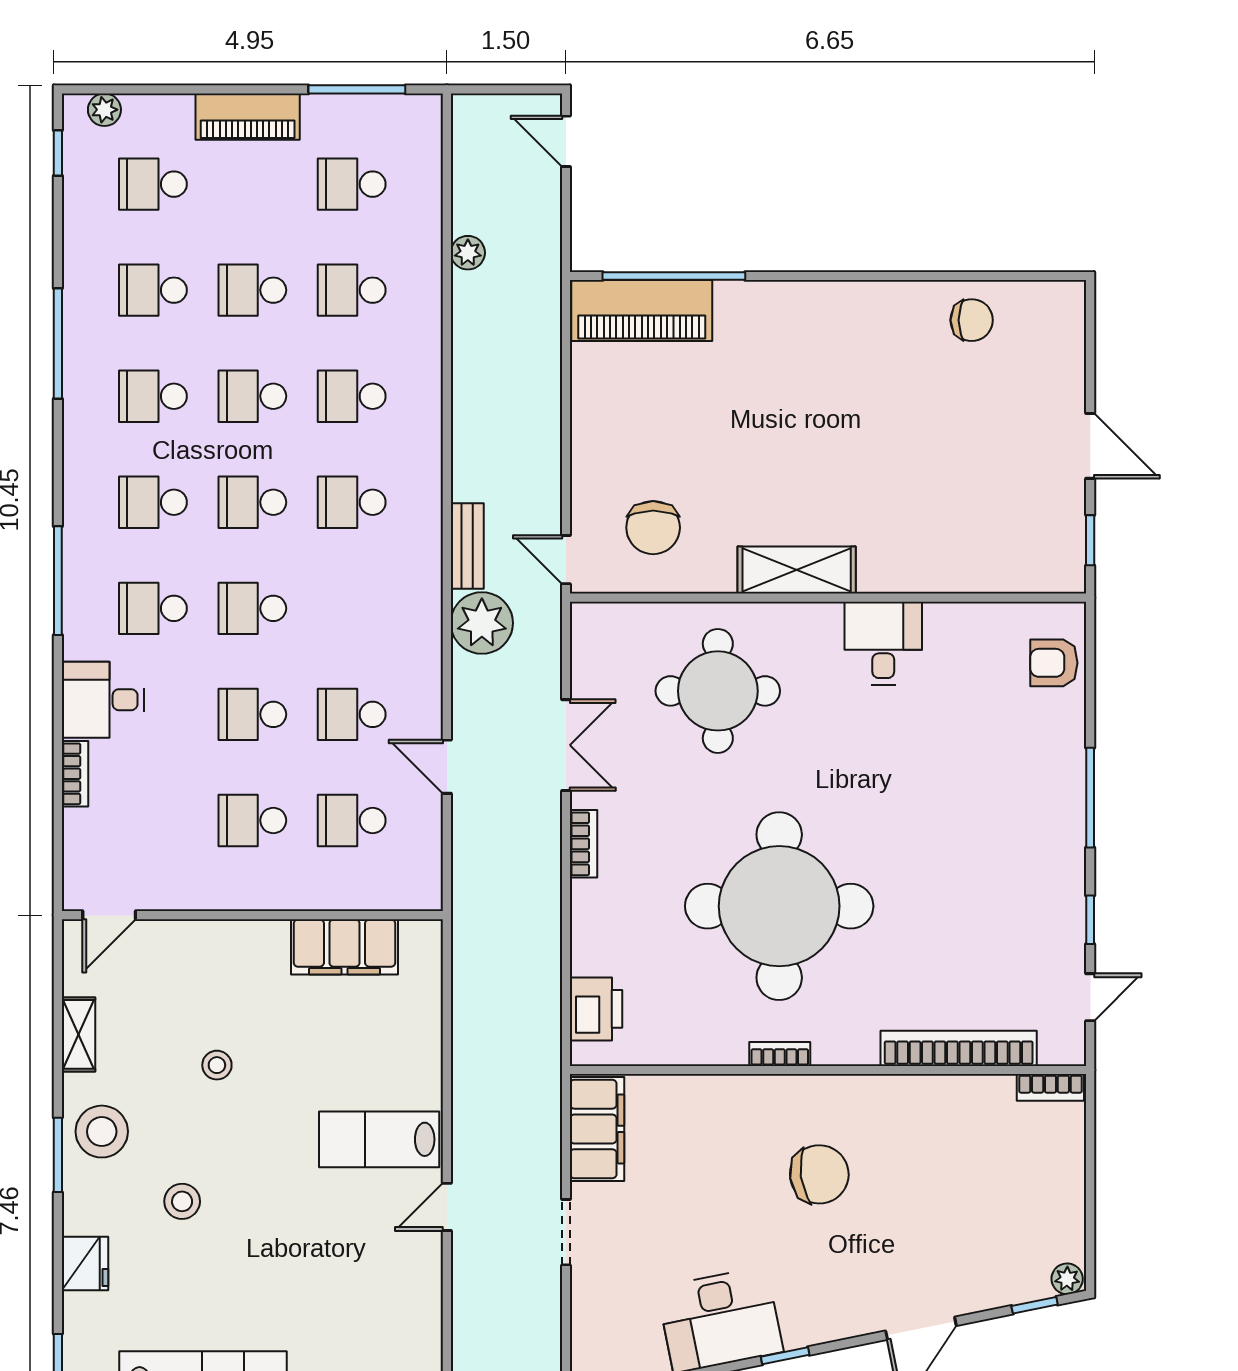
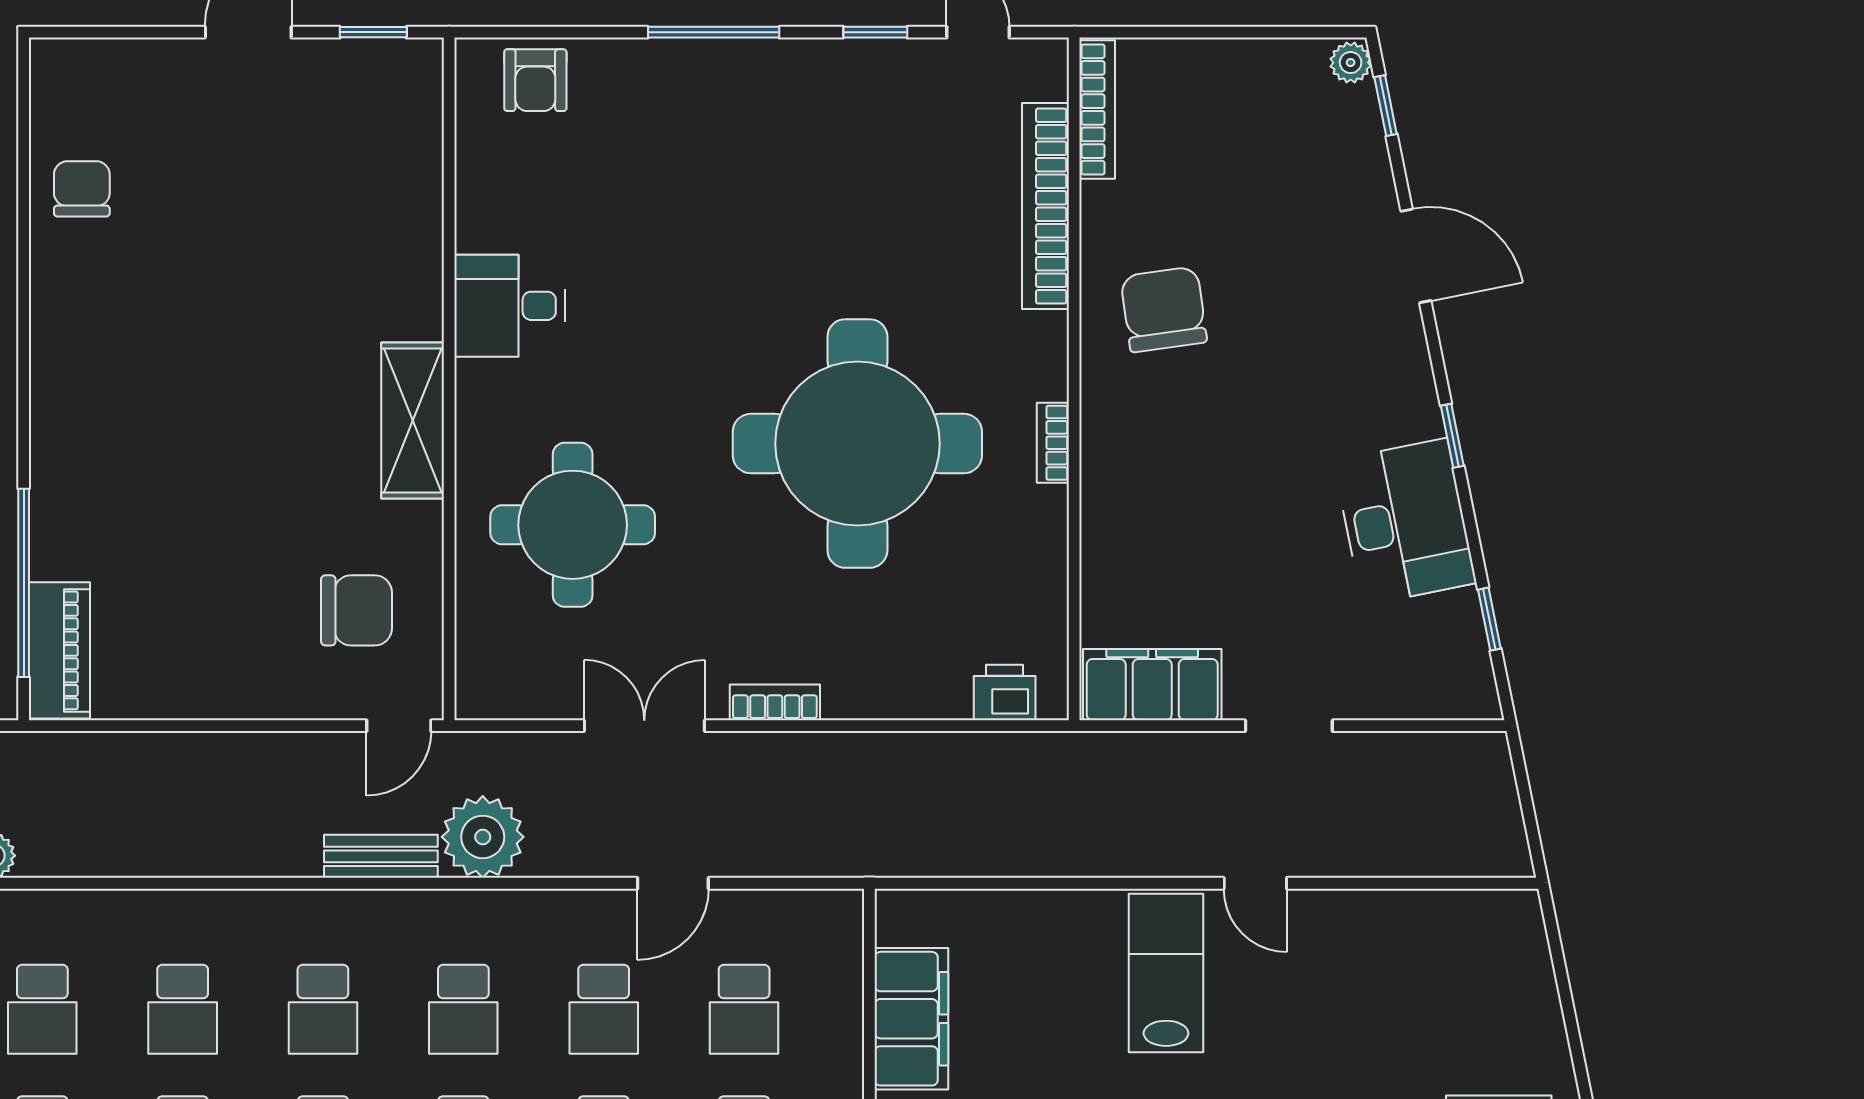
piano: (642, 311) -> (59, 650), width x0.73, depth x0.75
school desk: (352, 608) -> (463, 1009), added
printer: (596, 1009) -> (1005, 693), width x0.73, depth x0.81
bookcase: (1050, 1087) -> (1097, 109), width x1.56
lab bench: (379, 1139) -> (1166, 973), turned 180
chair: (819, 1174) -> (1164, 309), moved

